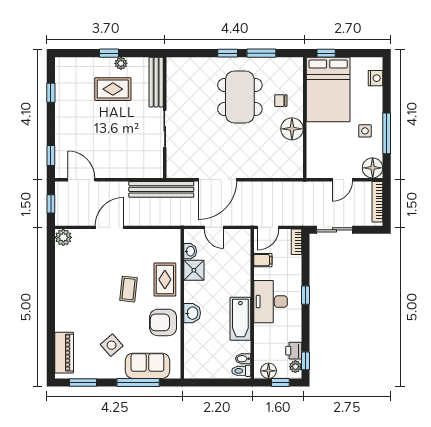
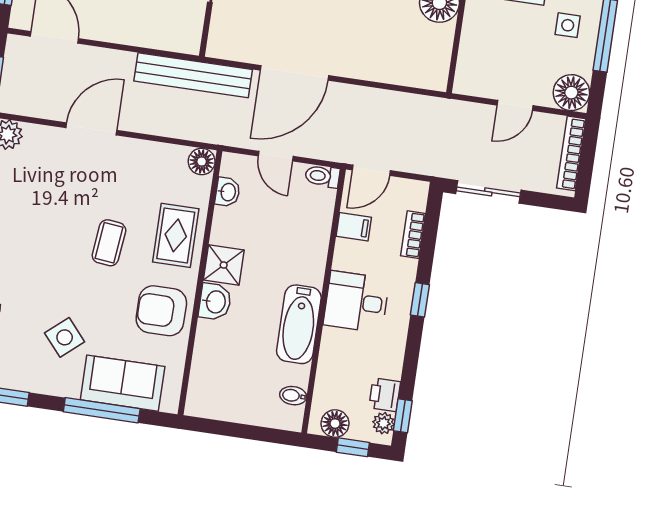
floor lamp: (173, 236) -> (202, 162), added
bookcase: (296, 242) -> (413, 235), moved
shower: (194, 270) -> (224, 265), moved
desk: (270, 302) -> (356, 302), width x0.73
toilet: (241, 371) -> (322, 176), moved

